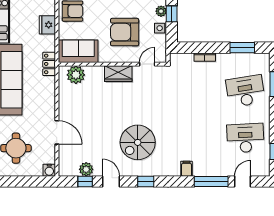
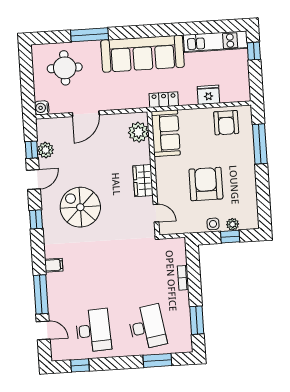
sofa: (78, 51) -> (166, 133), moved
wall: (112, 64) -> (153, 173), moved
door: (147, 64) -> (156, 213), moved
wardrobe: (118, 74) -> (143, 181), moved
plant: (76, 75) -> (138, 132), moved

